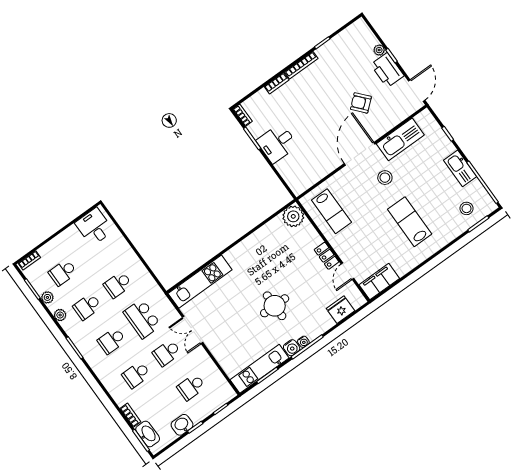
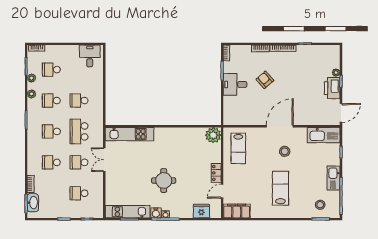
armchair: (361, 103) -> (265, 80), moved
kitchen sink: (400, 139) -> (324, 135), moved
washbasin: (182, 425) -> (57, 212), removed

